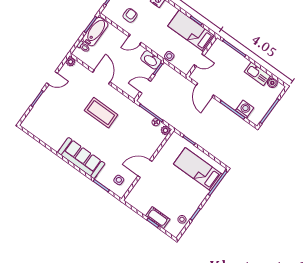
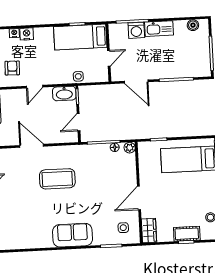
kitchen sink: (257, 74) -> (159, 29), moved
washing machine: (245, 109) -> (136, 30), moved, turned 180
sofa: (81, 158) -> (73, 235), width x0.73
wardrobe: (134, 195) -> (149, 231), added

